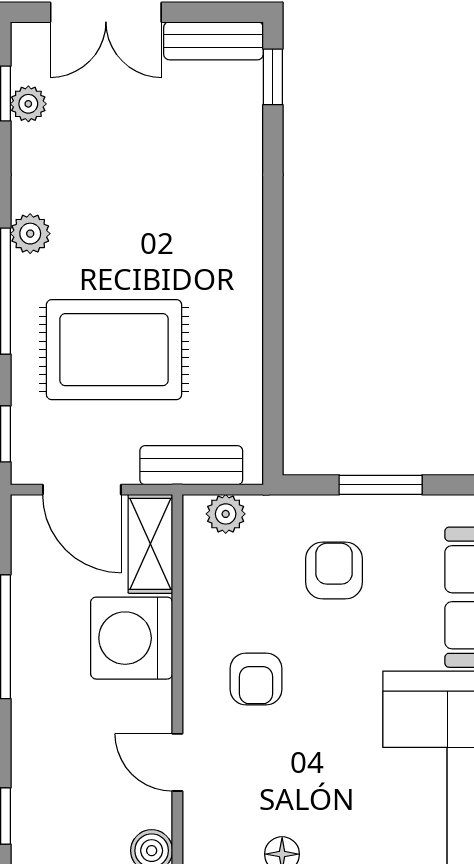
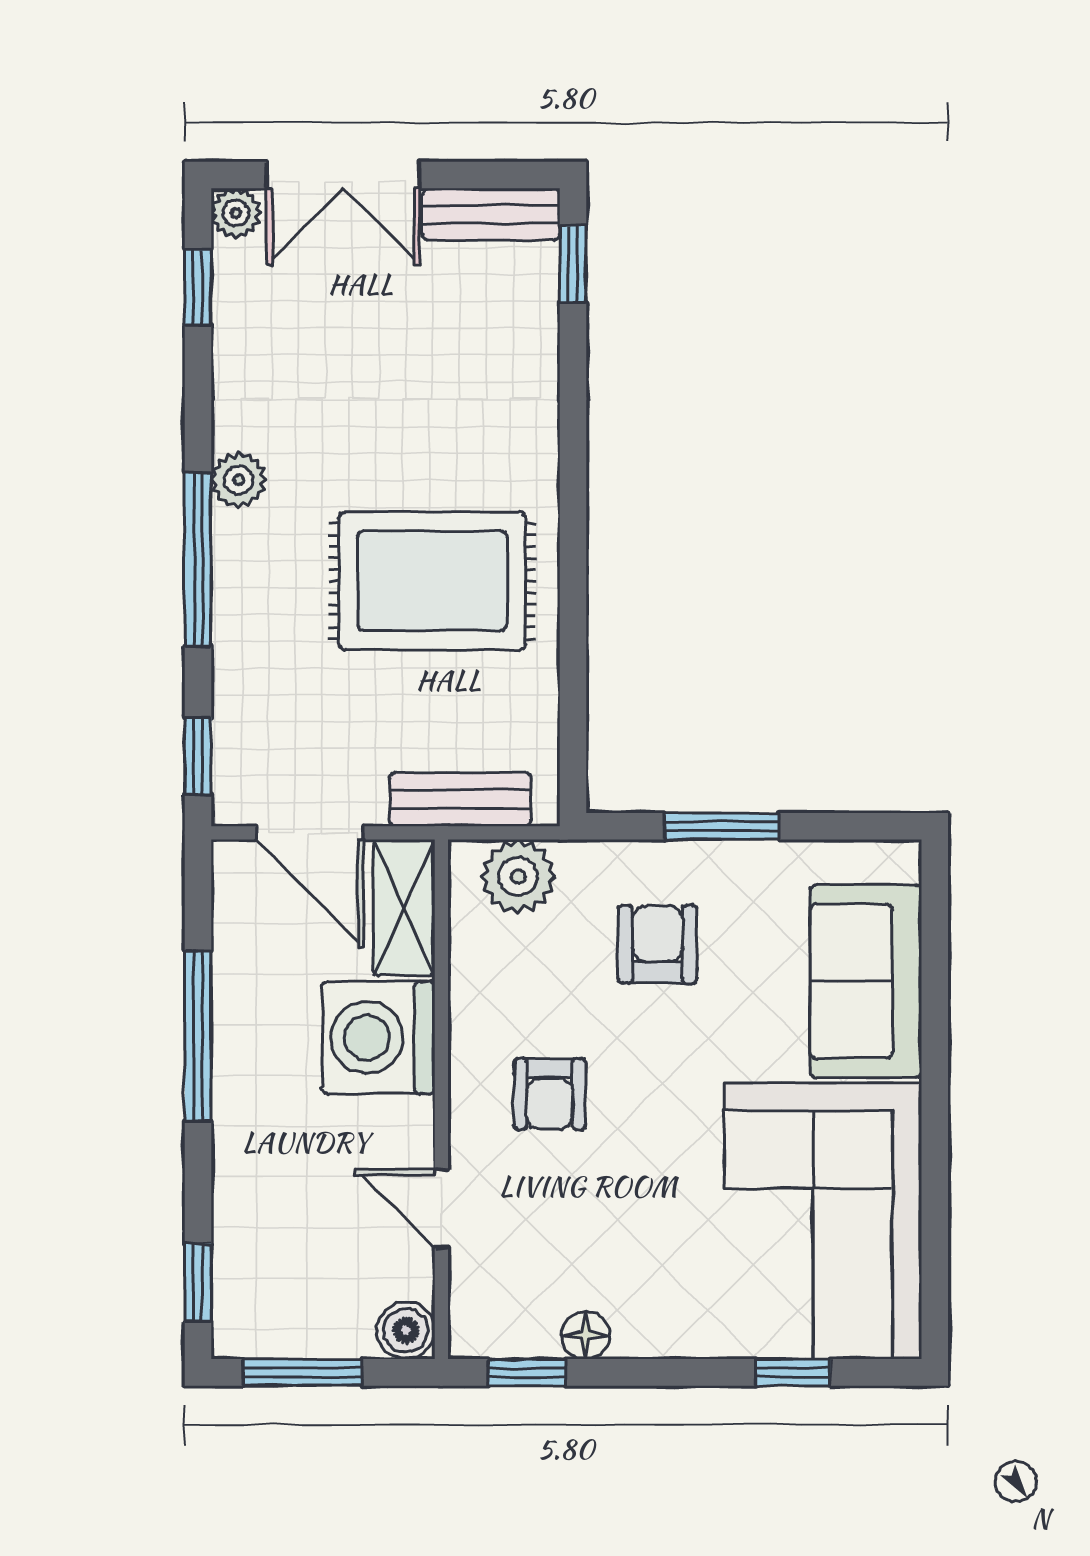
plant: (28, 104) -> (236, 213), moved
rug: (114, 350) -> (432, 581), moved
plant: (226, 514) -> (518, 877), width x1.38, depth x1.38

